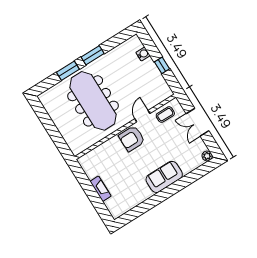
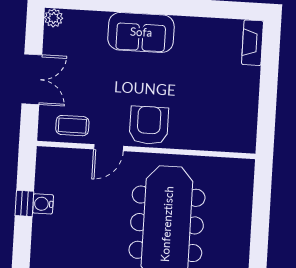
water cooler: (143, 54) -> (43, 204), moved
armchair: (132, 139) -> (149, 125), turned -90
fireplace: (100, 189) -> (253, 43), moved

